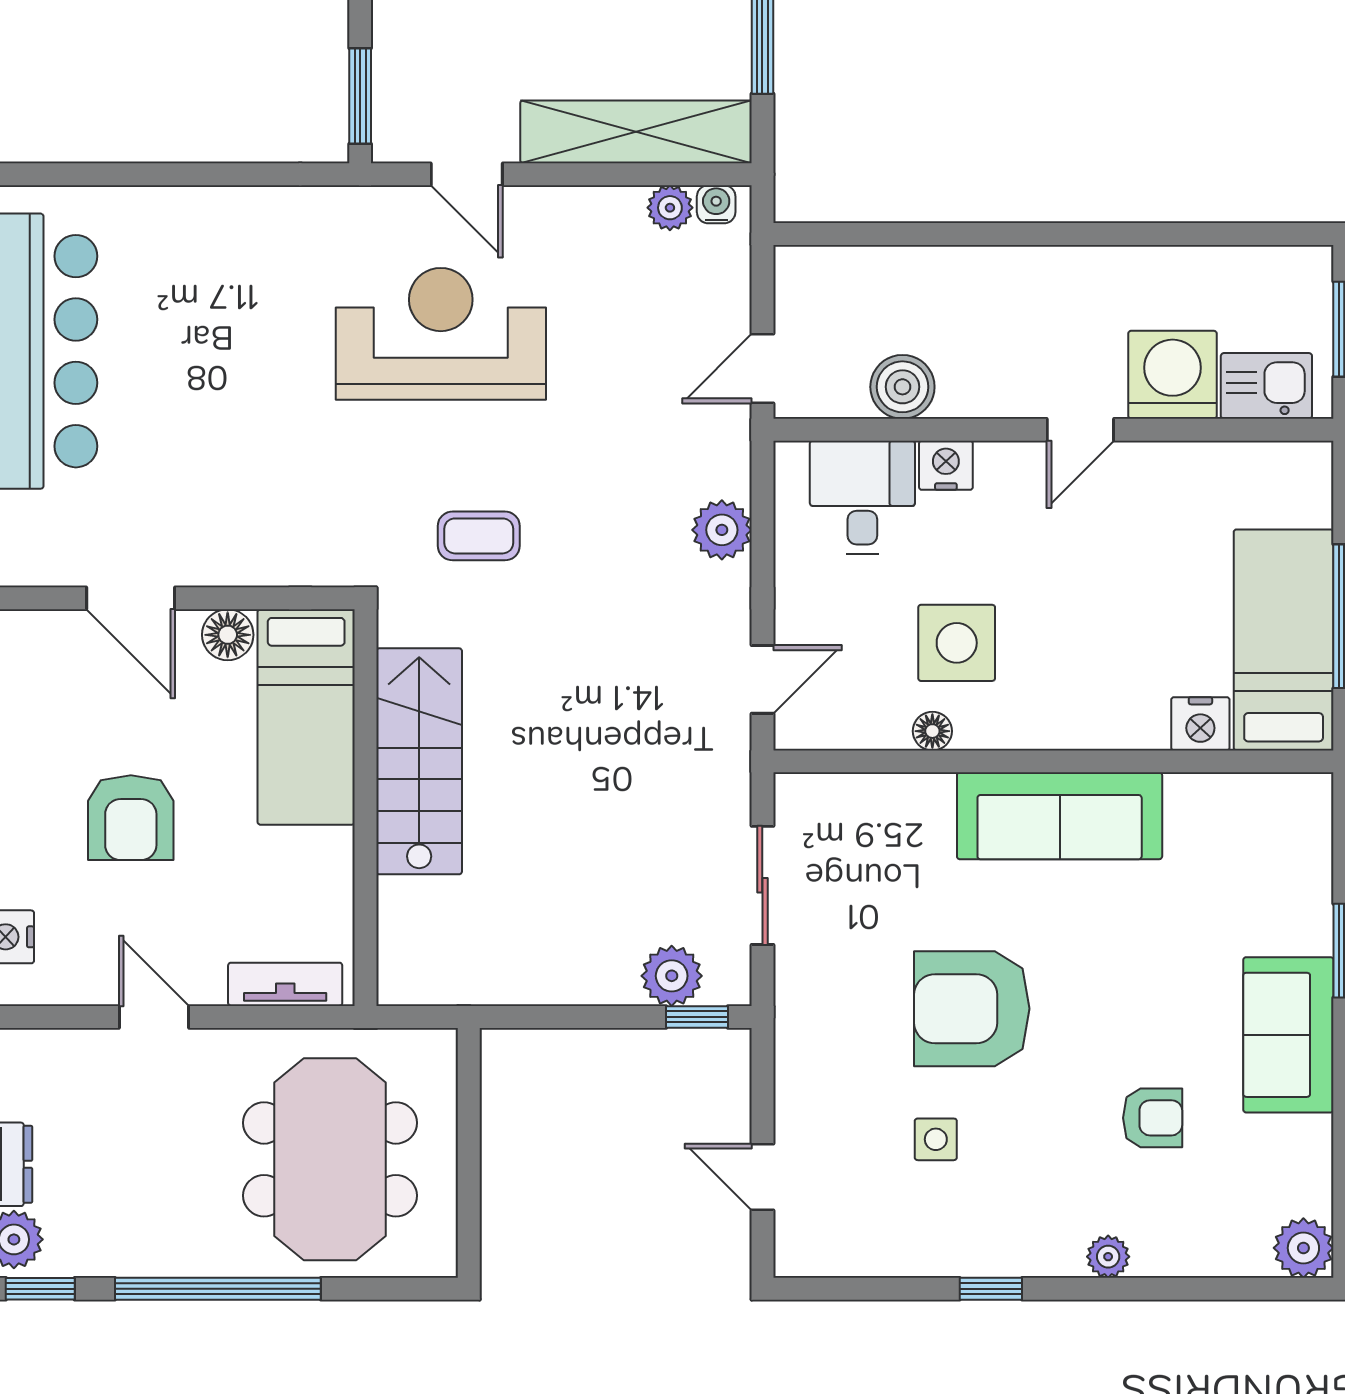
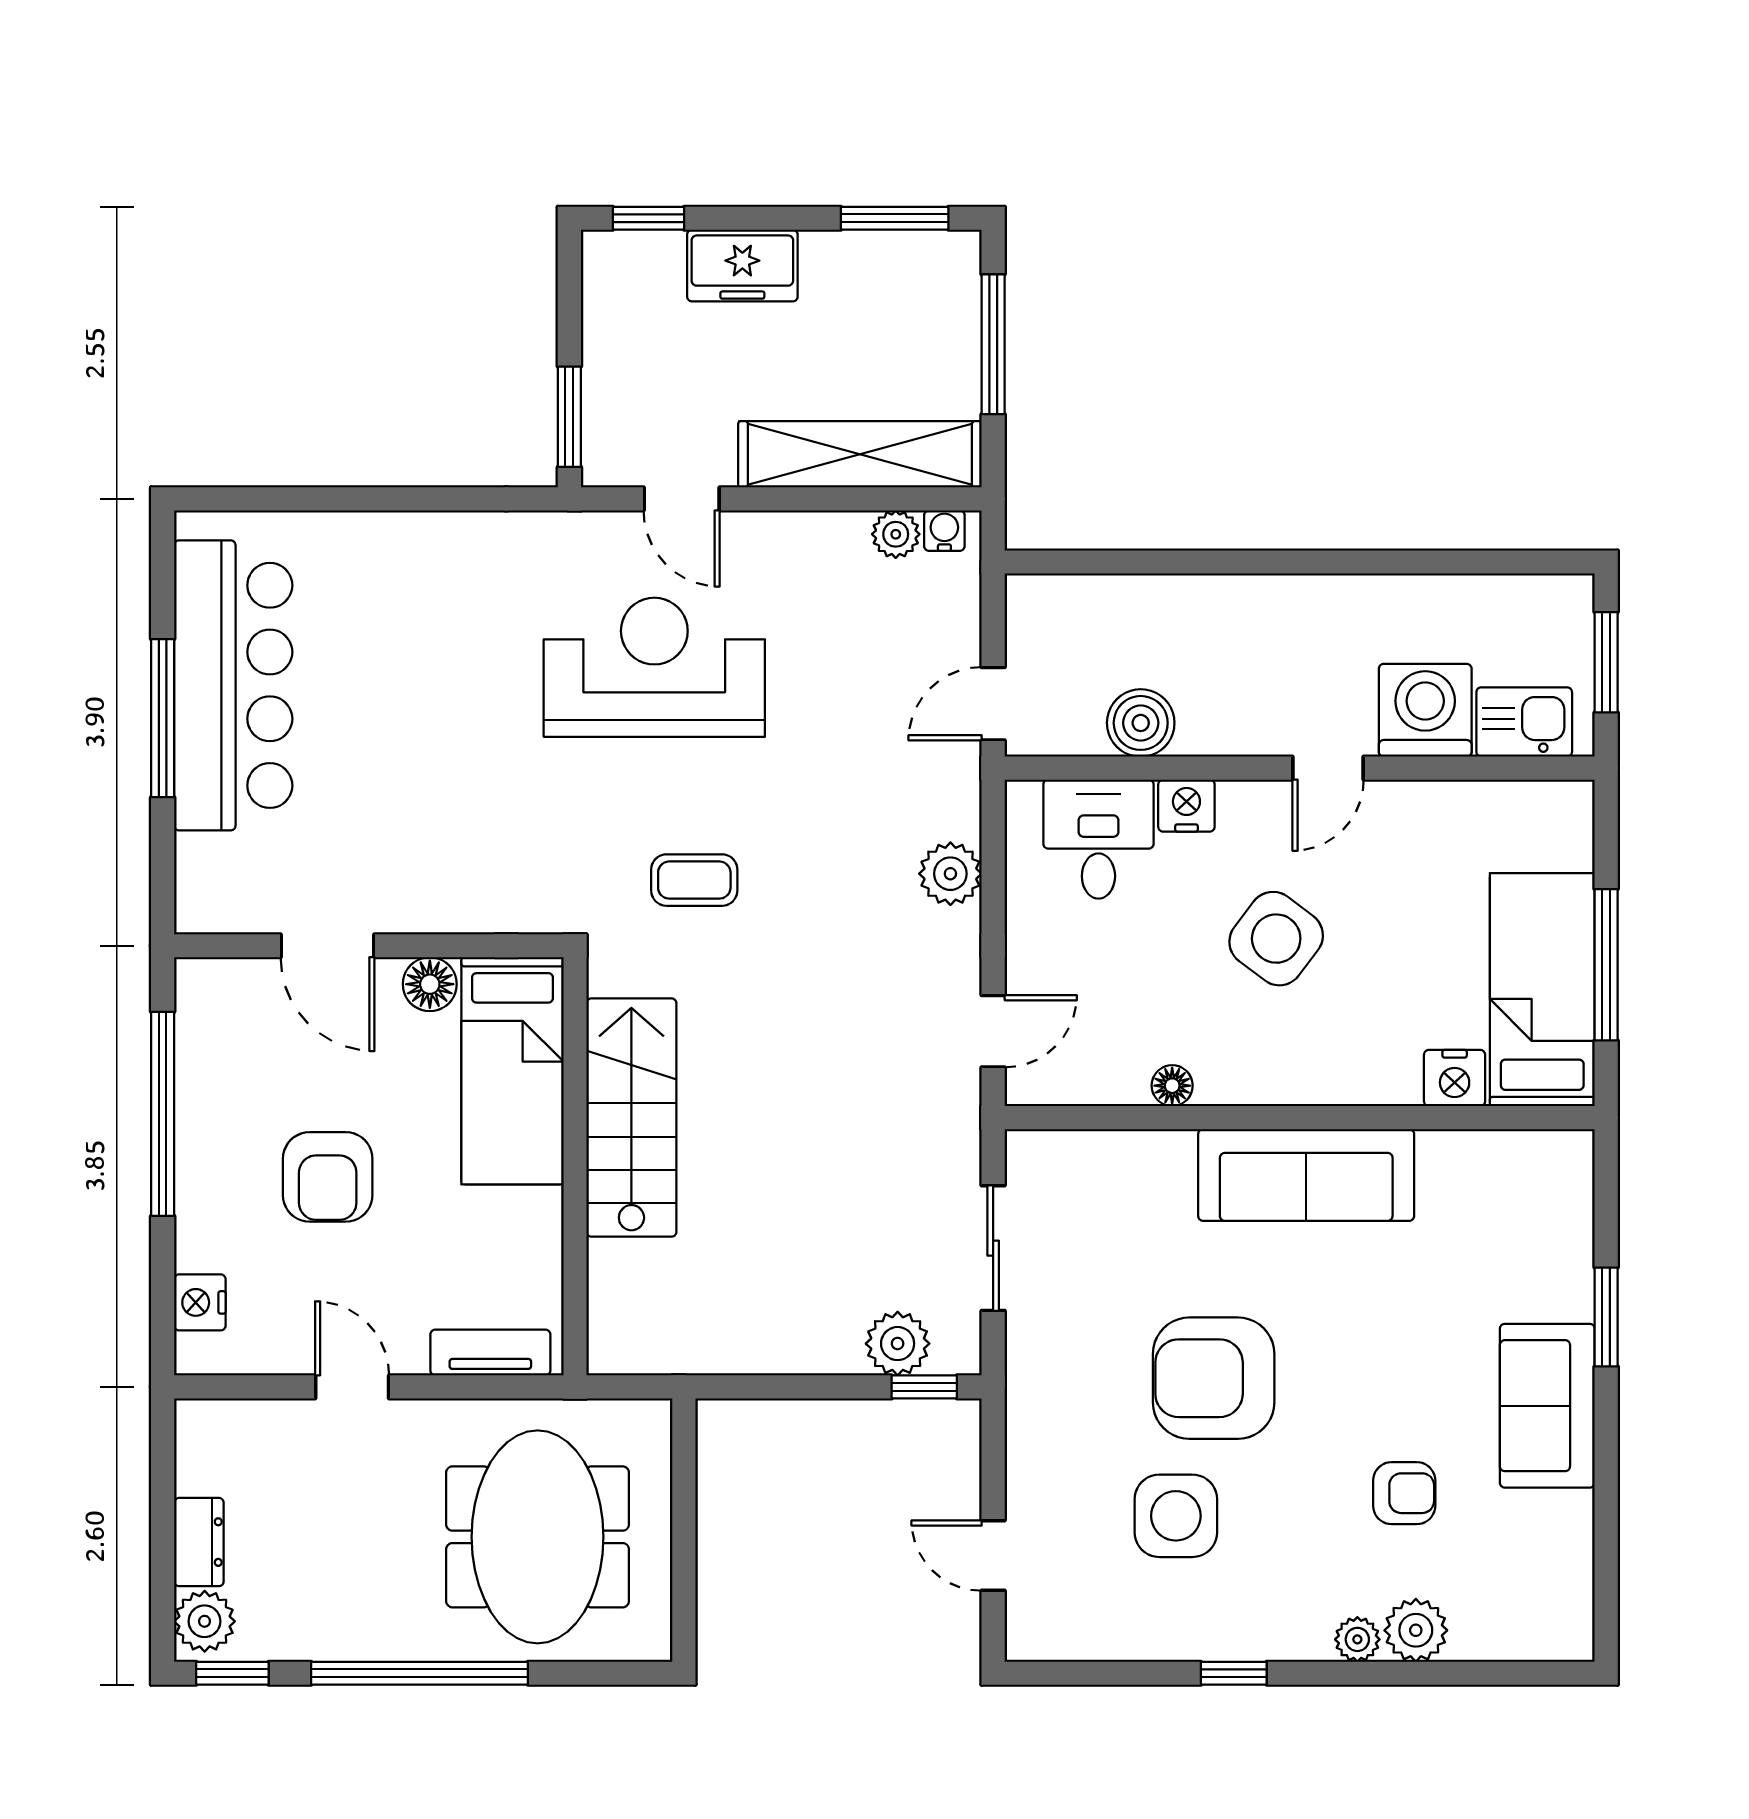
side table: (957, 643) -> (1276, 939), moved, turned 37
side table: (936, 1139) -> (1176, 1516), width x1.87, depth x1.87
plant: (1303, 1248) -> (1416, 1630), moved

